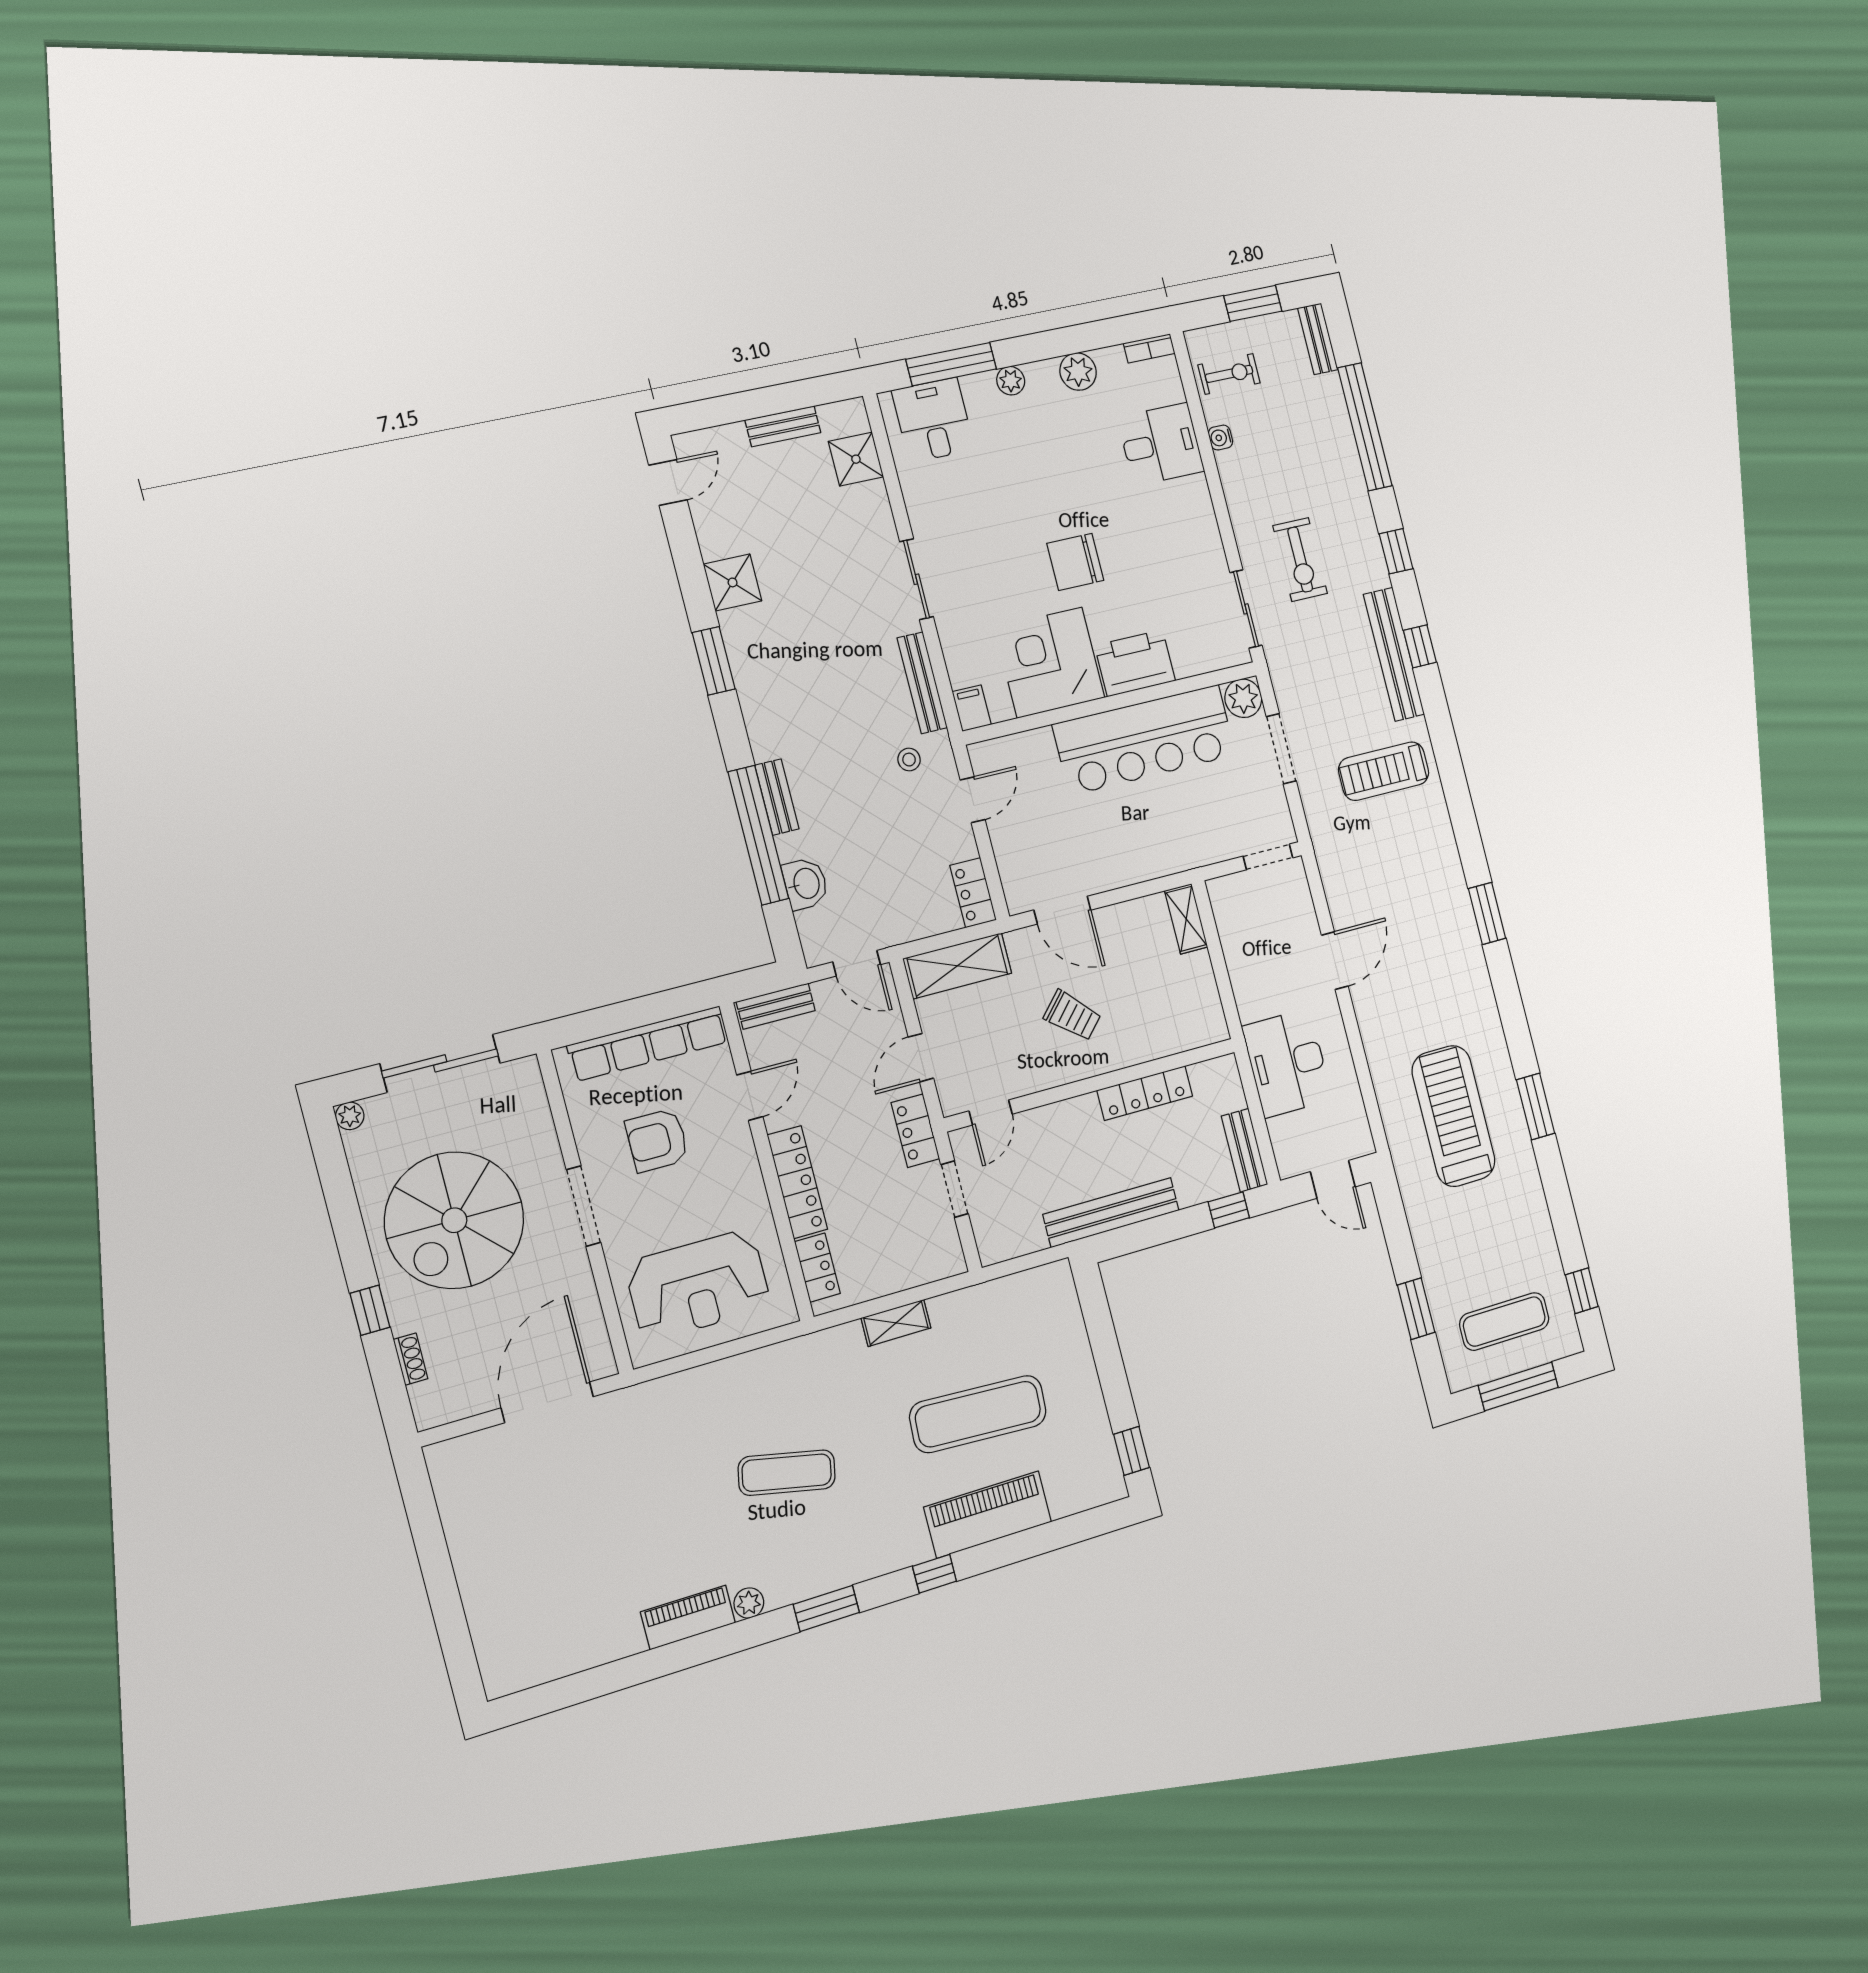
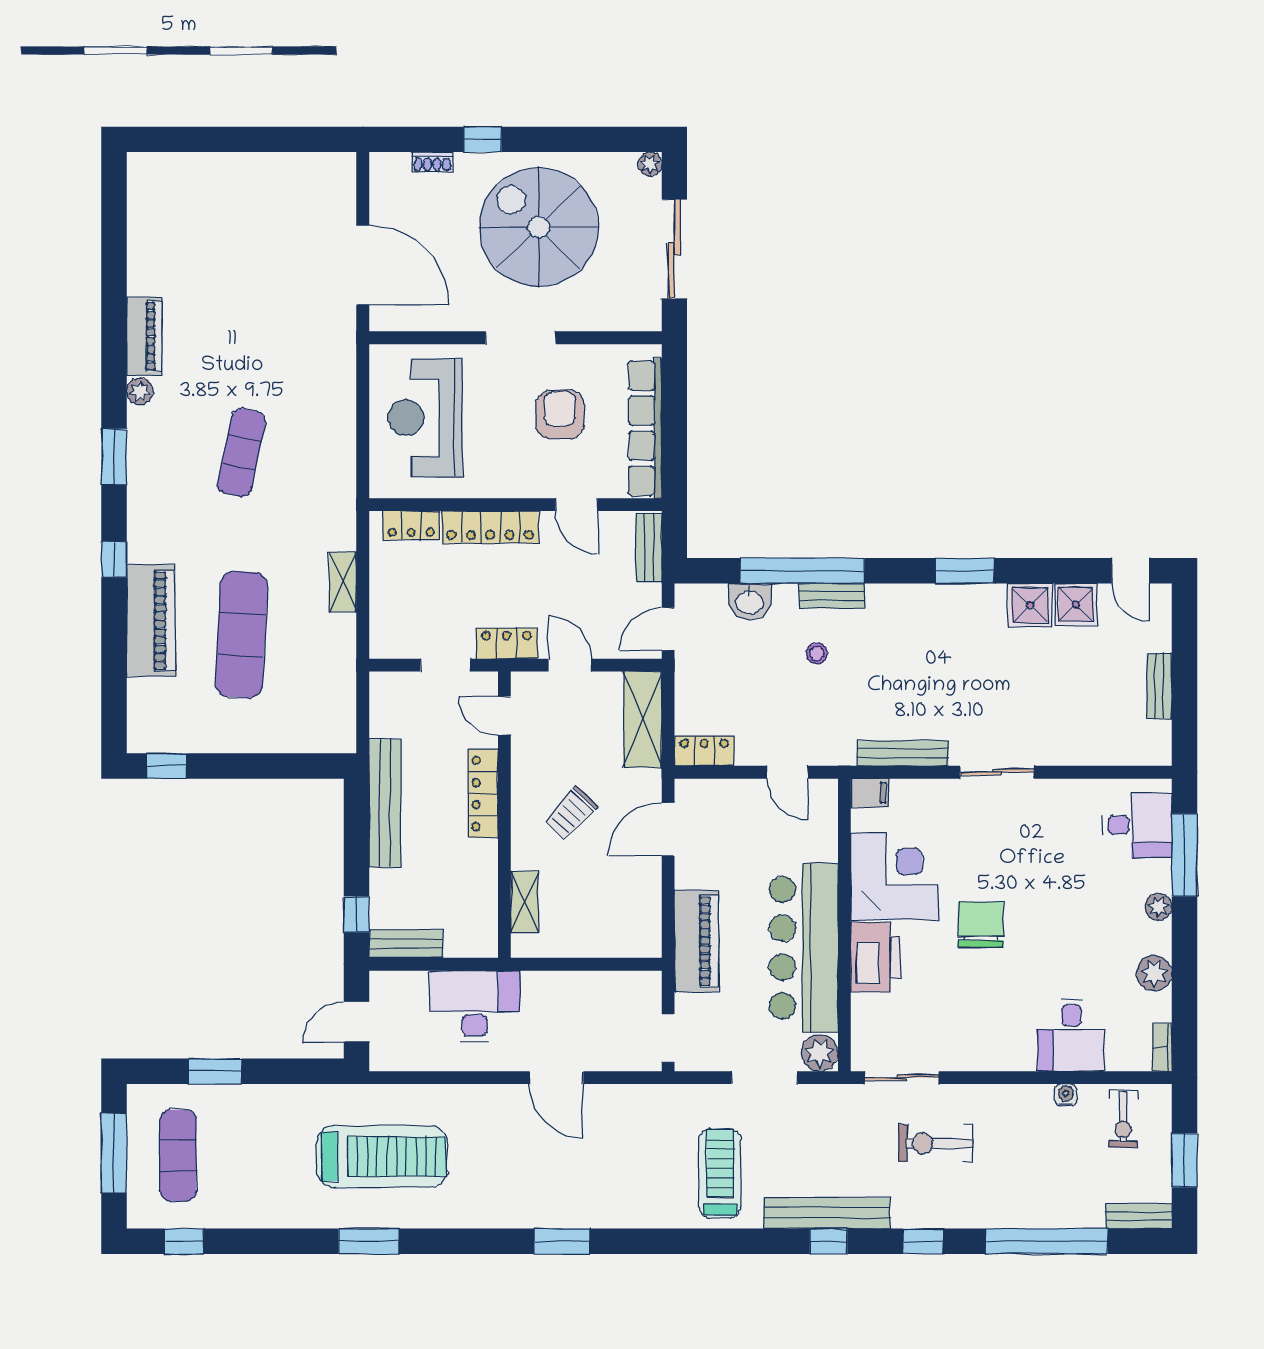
shower: (856, 459) -> (1076, 605), moved
stool: (909, 760) -> (817, 654), moved
piano: (1166, 852) -> (696, 941), added
shelving: (1186, 919) -> (525, 902), moved, turned 90
locker: (1145, 1093) -> (483, 794), moved

